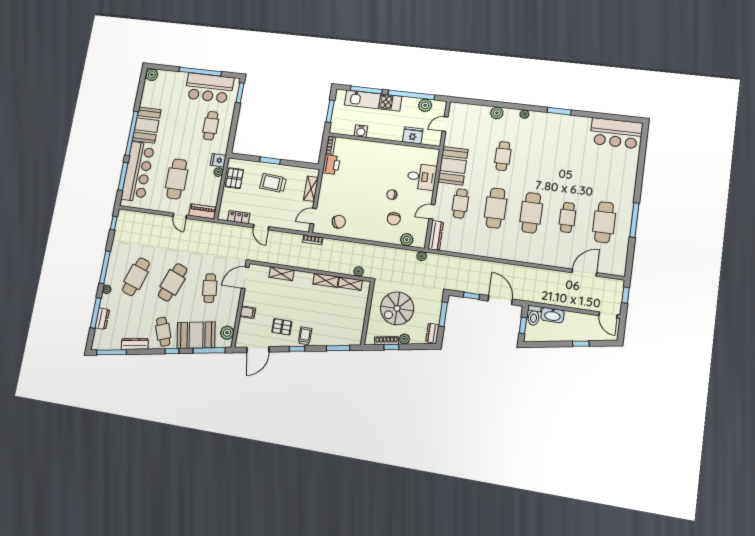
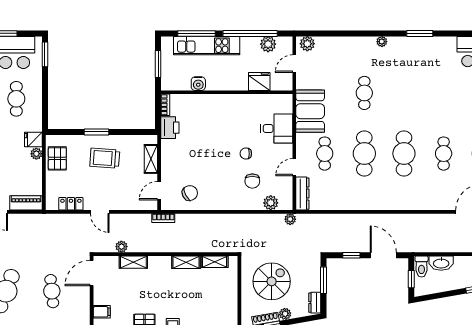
plant: (497, 113) -> (307, 44), moved
plant: (359, 271) -> (121, 247), moved
spiral stairs: (397, 308) -> (272, 281), turned 180

